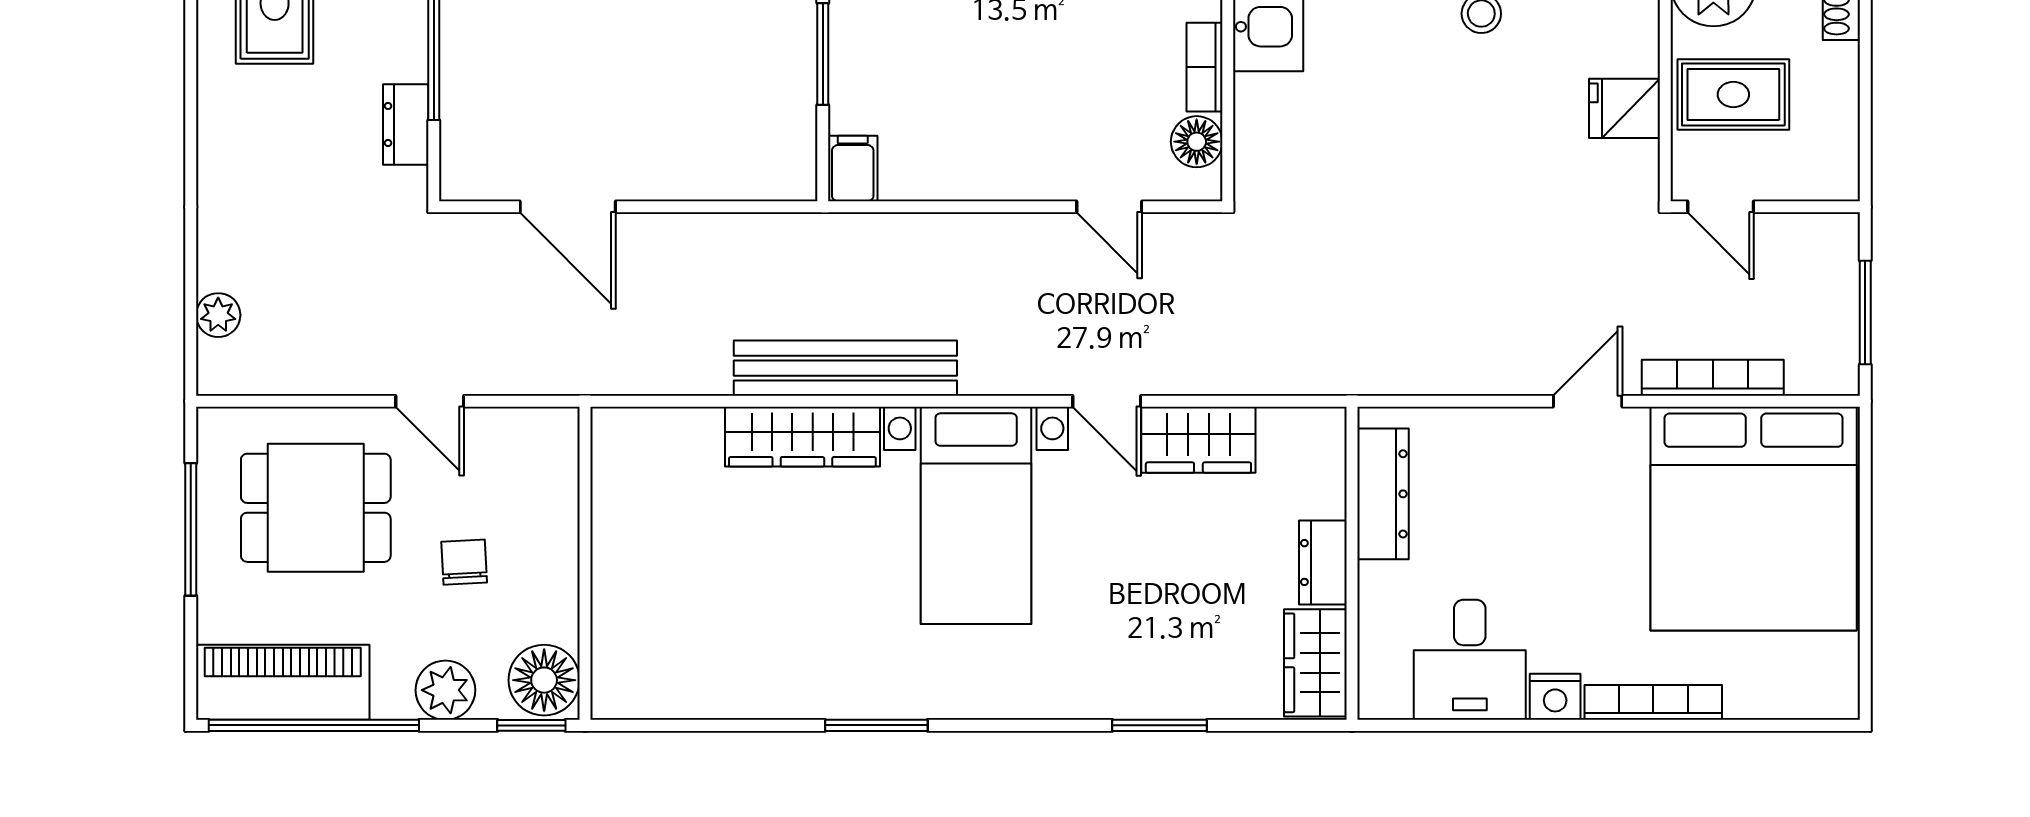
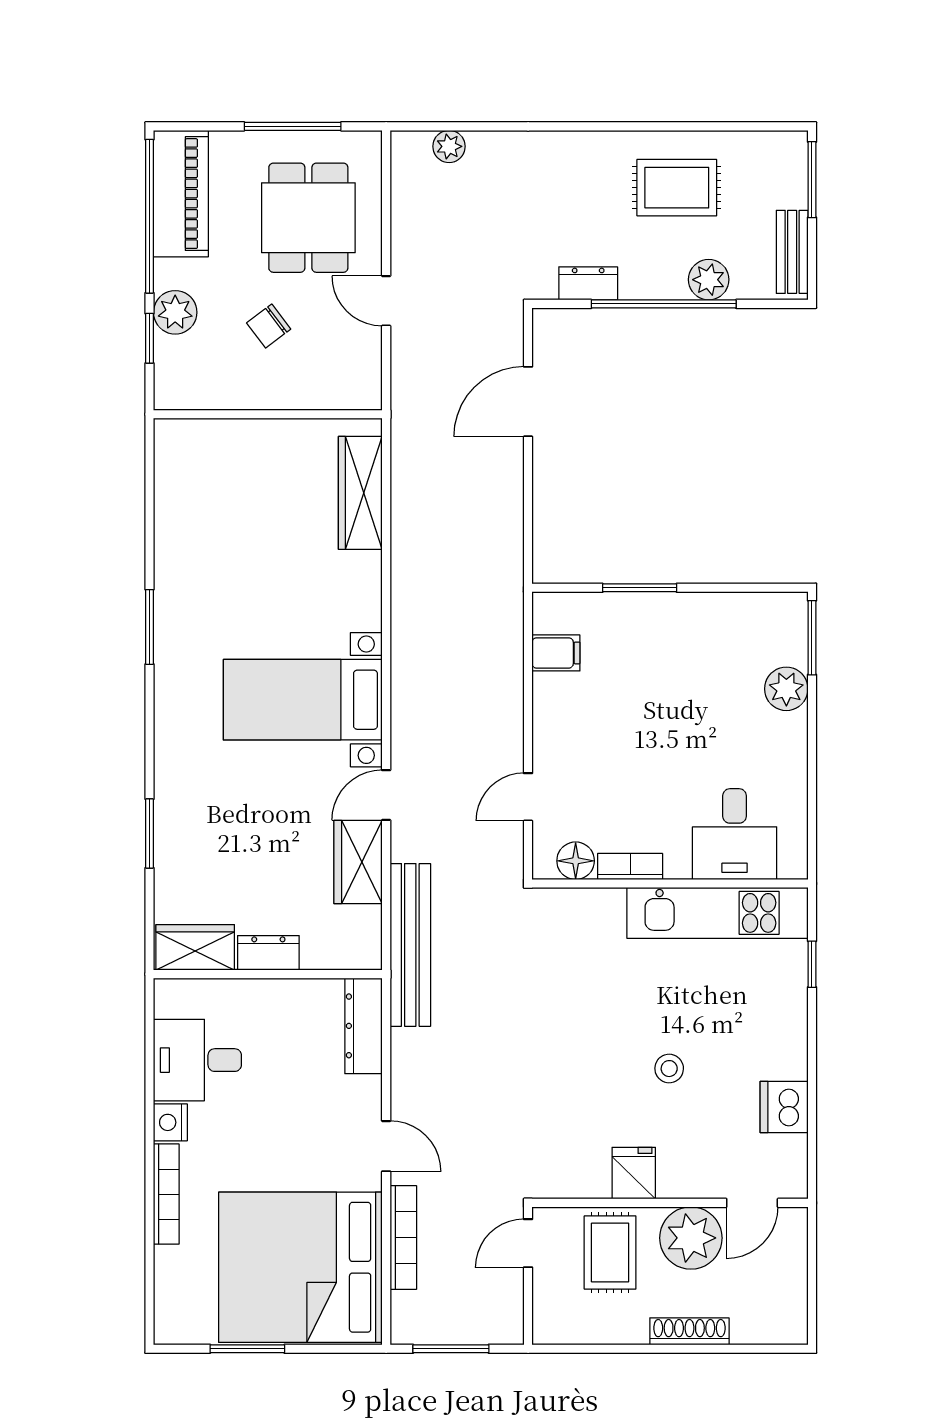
fridge: (1625, 108) -> (634, 1173), moved
filing cabinet: (853, 169) -> (556, 653), moved
bench: (845, 368) -> (410, 945), moved
door: (430, 401) -> (386, 301), hinge flipped
wardrobe: (802, 437) -> (360, 493), moved
dresser: (1383, 494) -> (363, 1026), moved, turned 90
chair: (464, 562) -> (269, 326), turned 146
window: (1865, 591) -> (247, 1349), added
floor lamp: (544, 680) -> (183, 384), removed
window: (531, 725) -> (150, 338), moved

